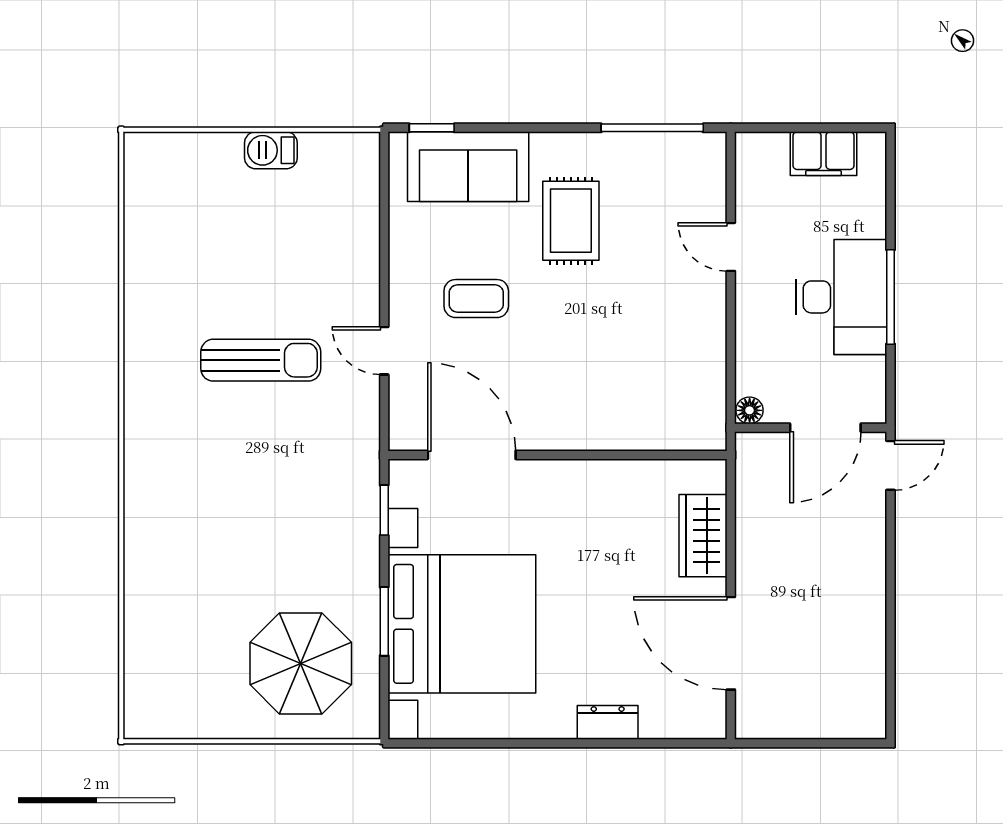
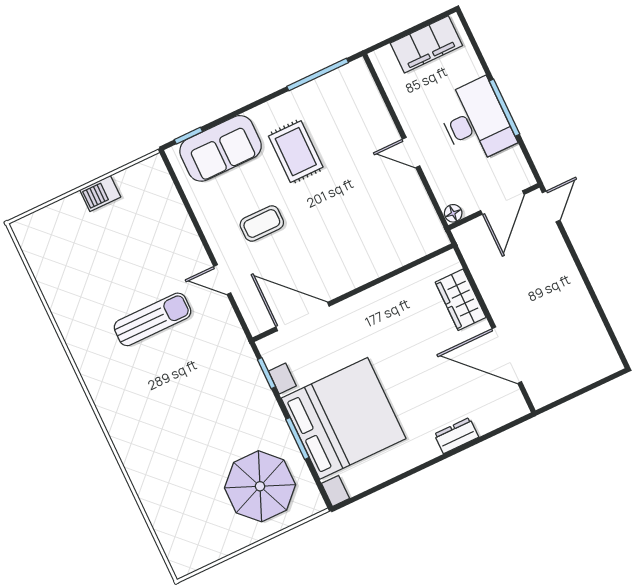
filing cabinet: (824, 154) -> (426, 44), width x1.50, depth x1.17
door: (731, 247) -> (411, 152), moved

